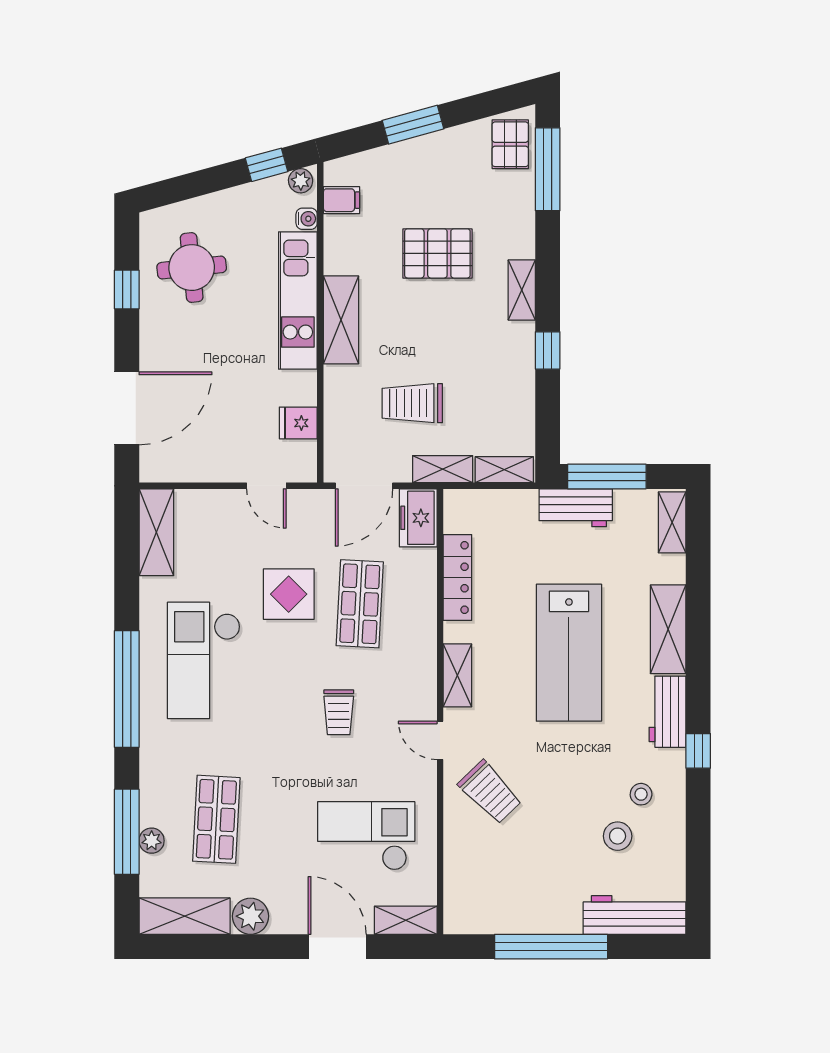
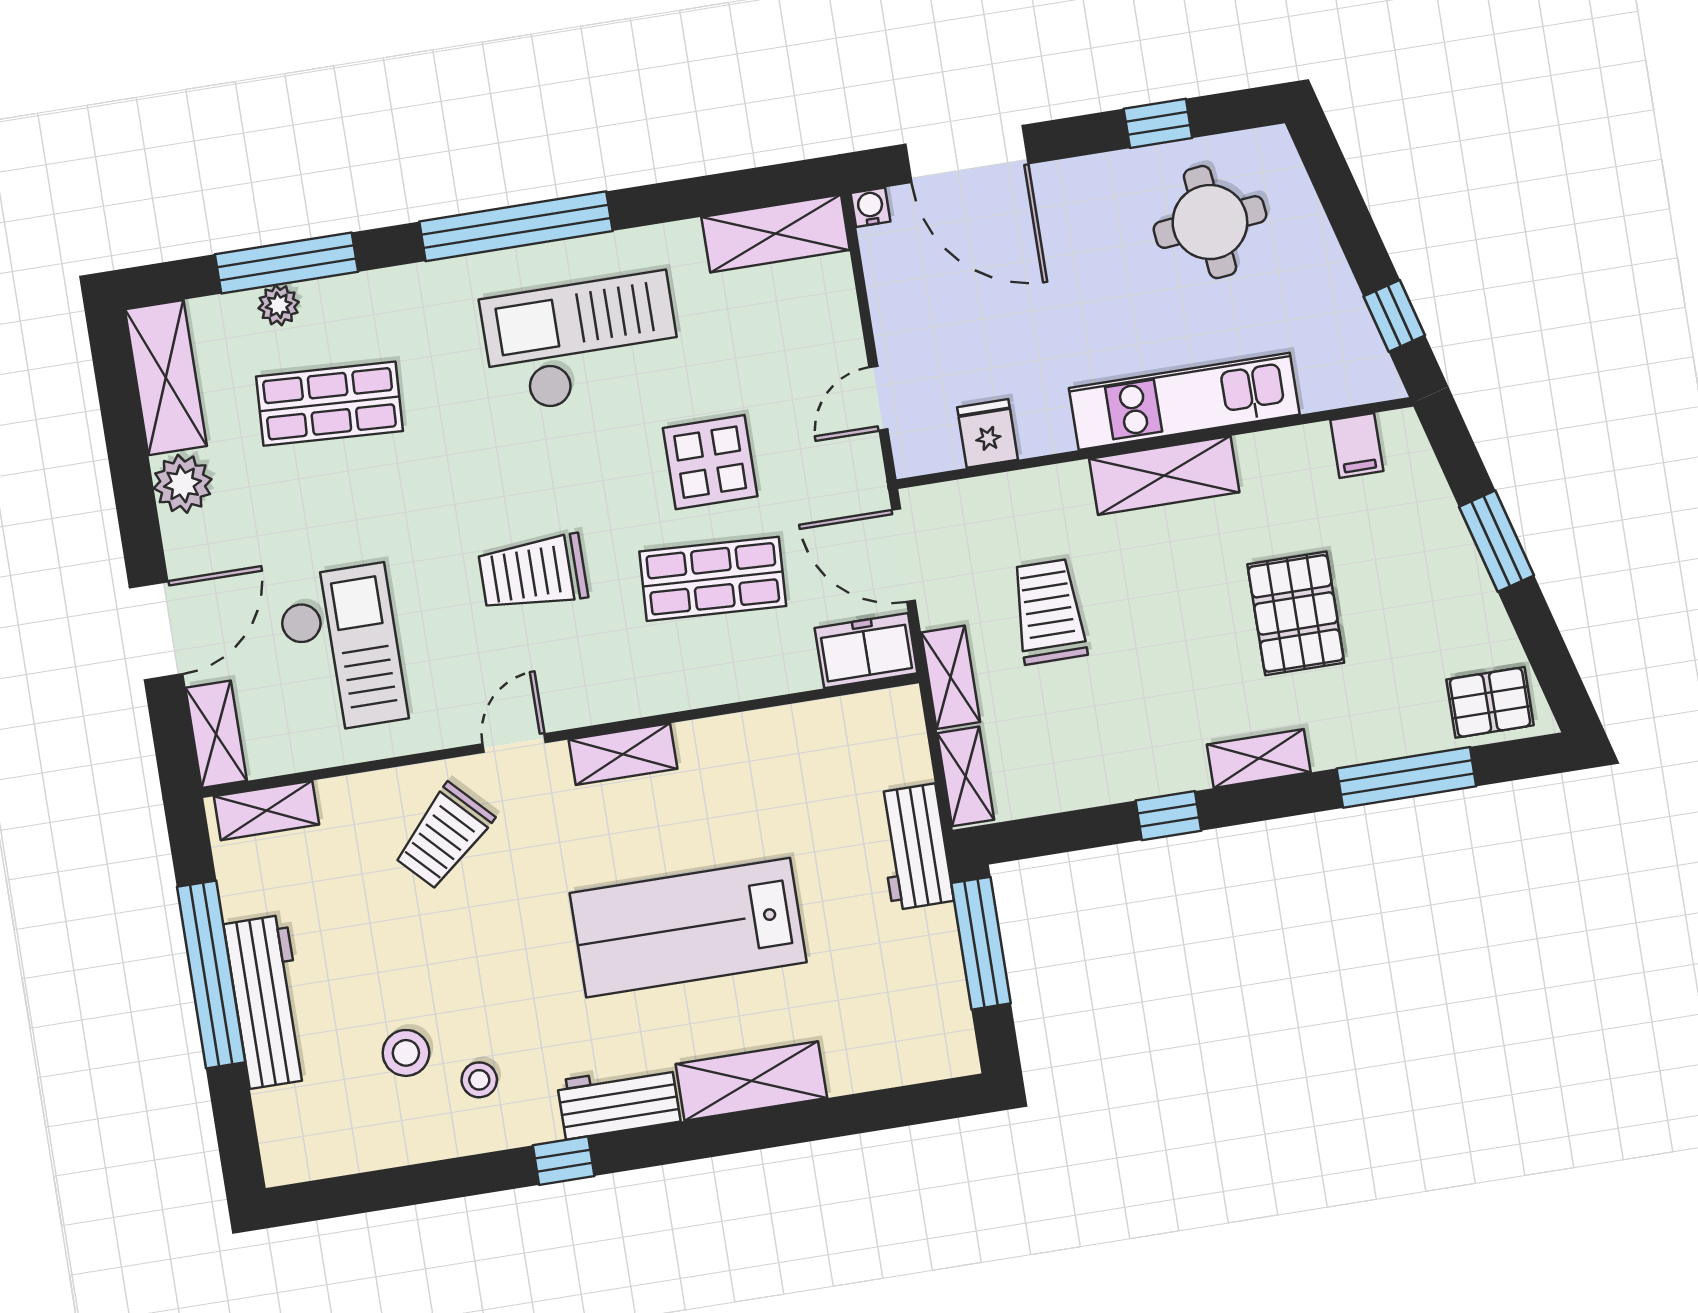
window: (548, 169) -> (1406, 777), moved
plant: (301, 181) -> (1377, 375), removed
water cooler: (307, 219) -> (870, 207), moved, turned 180
workbench: (576, 508) -> (914, 847), moved
shelving: (672, 522) -> (267, 810), moved
locker: (457, 577) -> (780, 729), removed
trolley: (339, 712) -> (533, 573), width x1.36, depth x1.39
workbench: (635, 915) -> (268, 1002), moved

